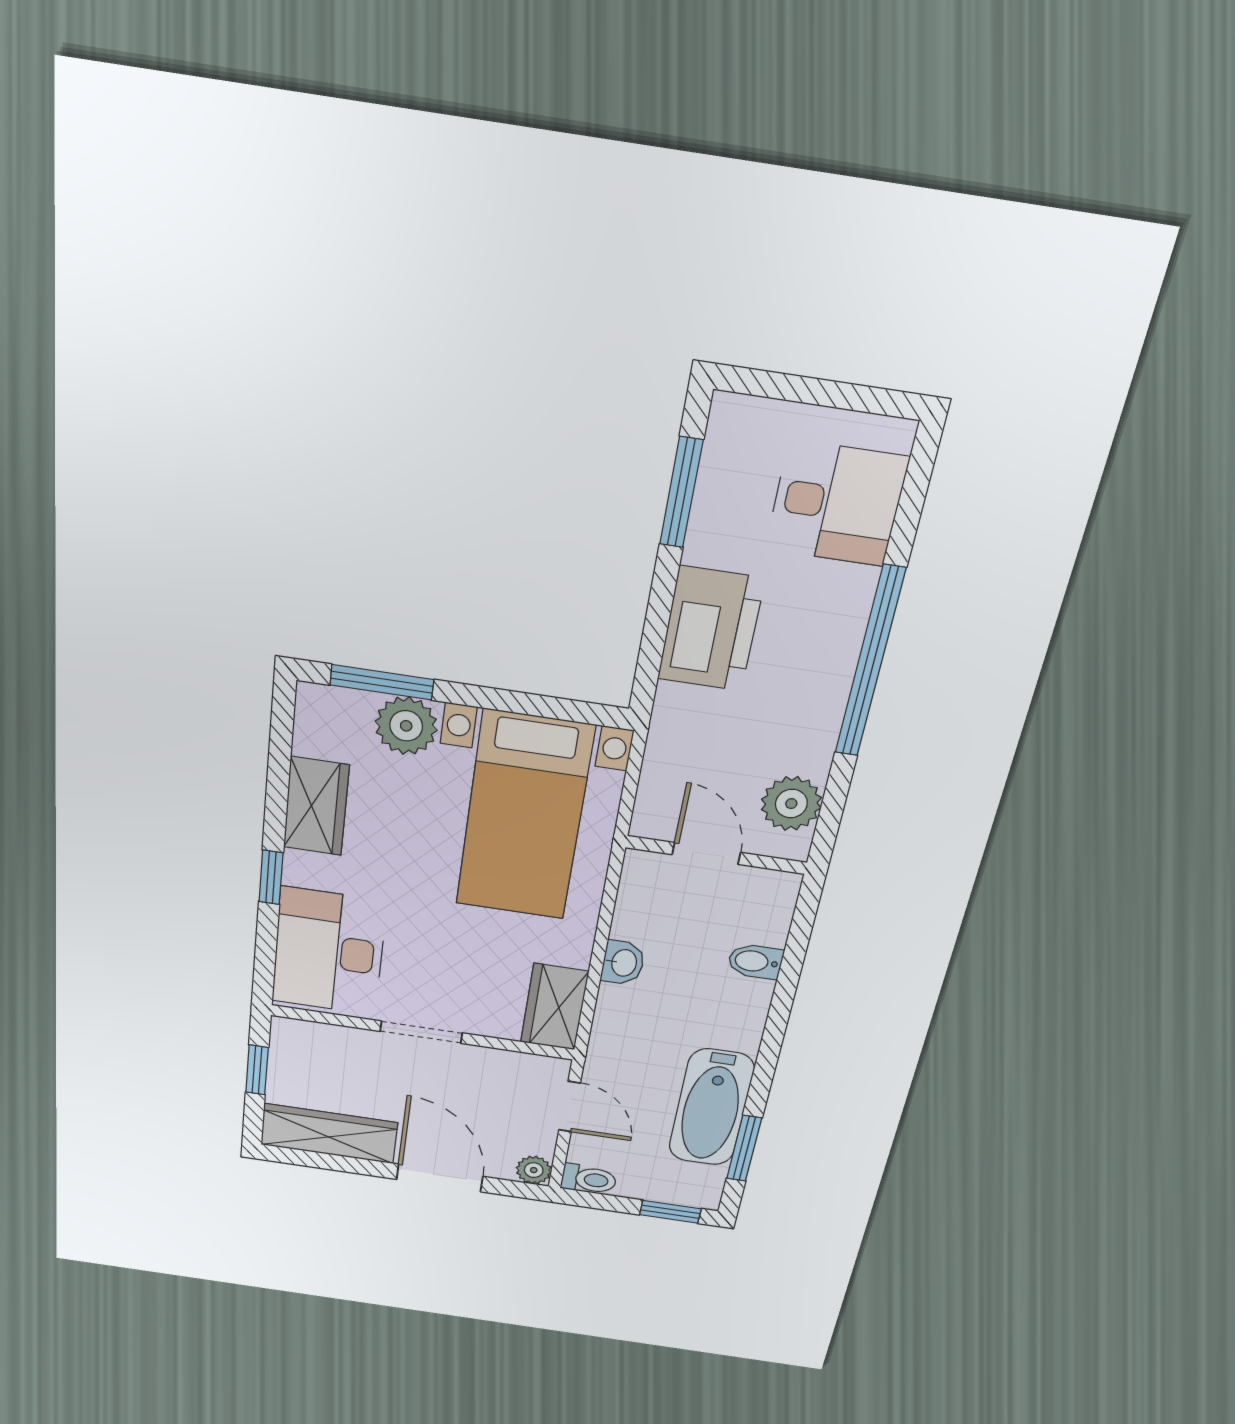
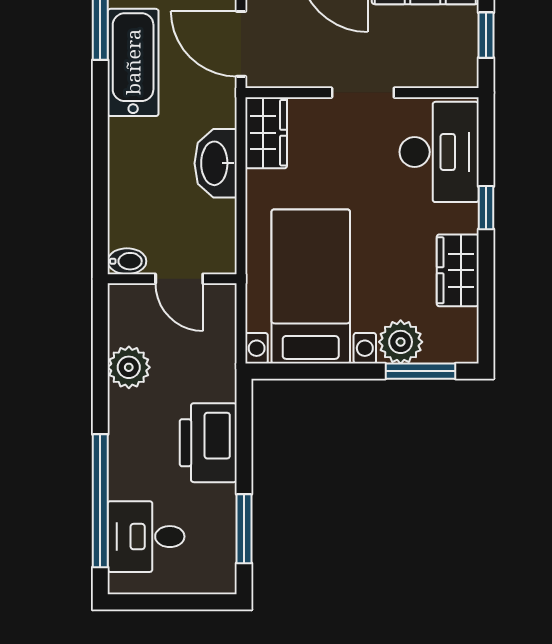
window: (870, 662) -> (100, 501), moved
plant: (791, 804) -> (129, 367), moved
bidet: (755, 961) -> (127, 261), moved
washbasin: (623, 963) -> (216, 163), width x1.91, depth x1.45
door: (570, 1107) -> (241, 44), width x1.38

